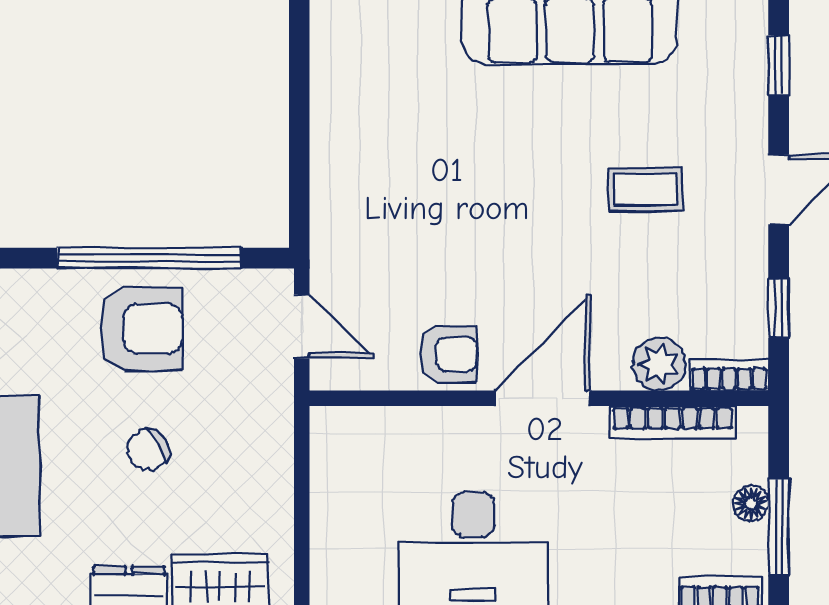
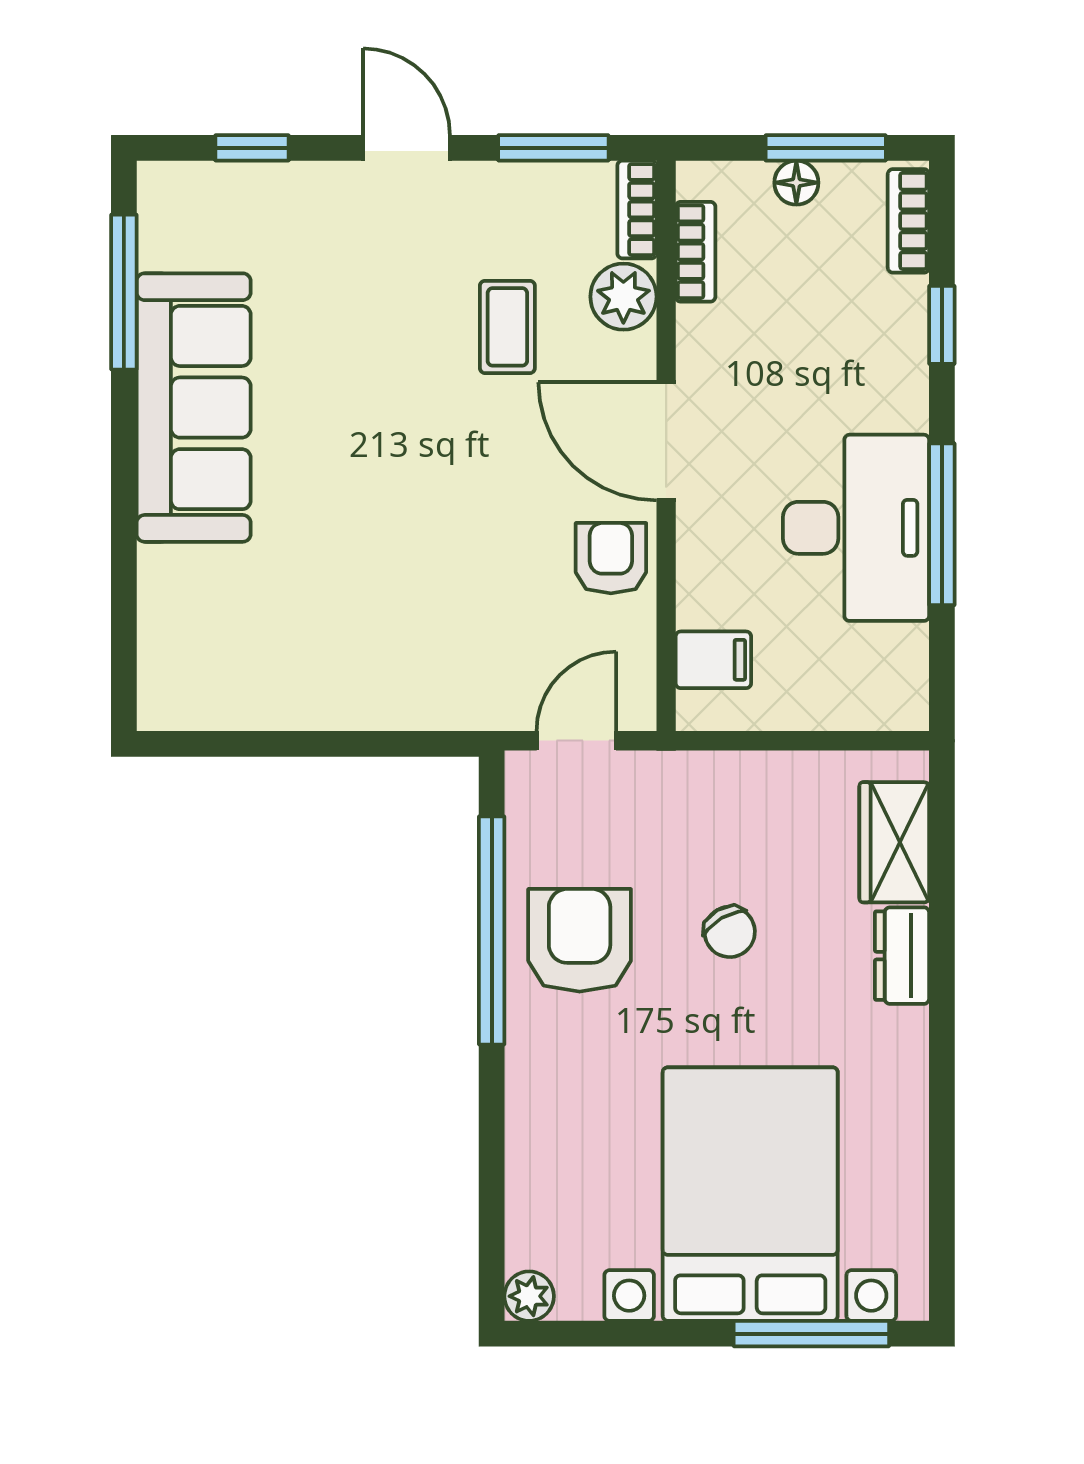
coffee table: (645, 189) -> (507, 327), moved
window: (779, 308) -> (553, 148), width x1.50
bookcase: (673, 422) -> (696, 252), width x0.64
filing cabinet: (367, 436) -> (713, 660), added

